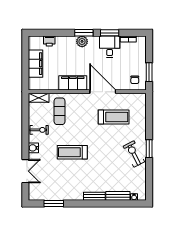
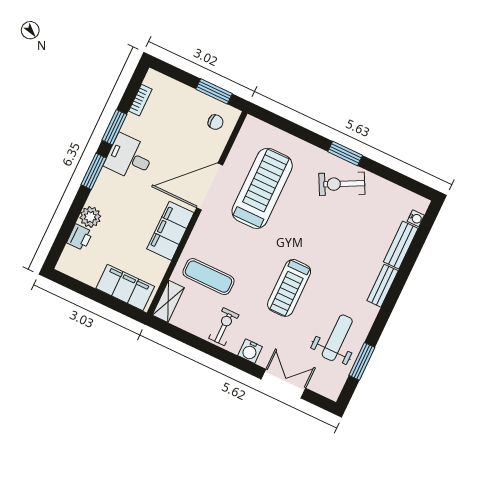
plant: (82, 41) -> (90, 217), moved
desk: (110, 47) -> (129, 157), moved
filing cabinet: (36, 64) -> (125, 287), moved
treadmill: (114, 117) -> (262, 188), width x1.37, depth x1.38
weight bench: (59, 186) -> (337, 338), added

